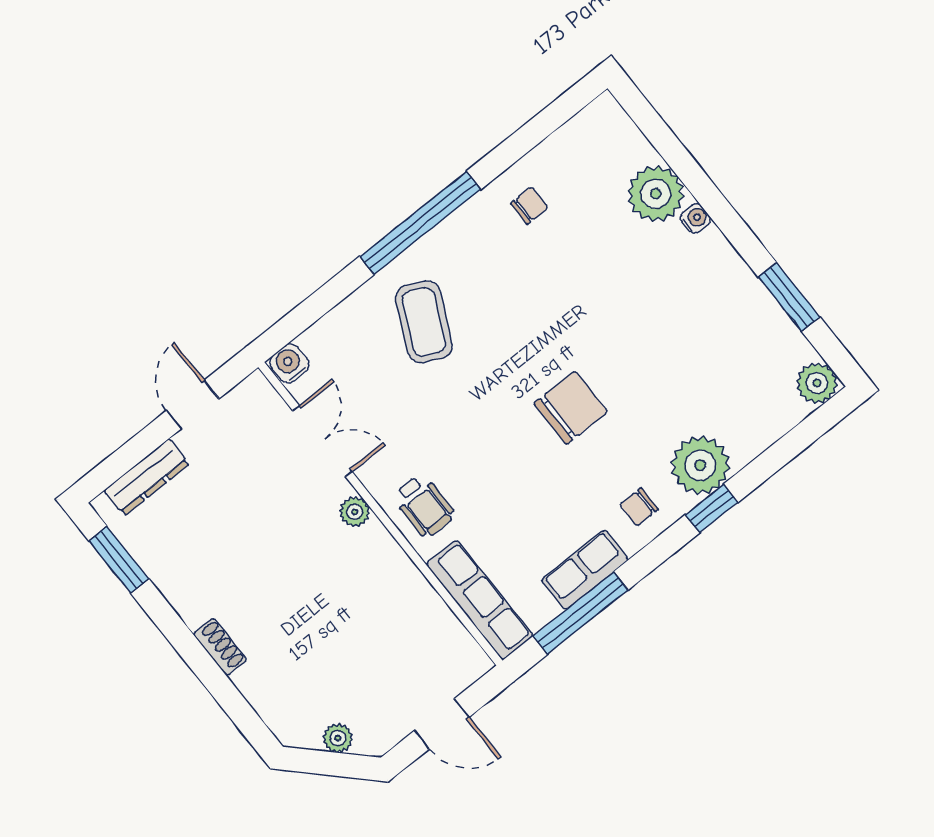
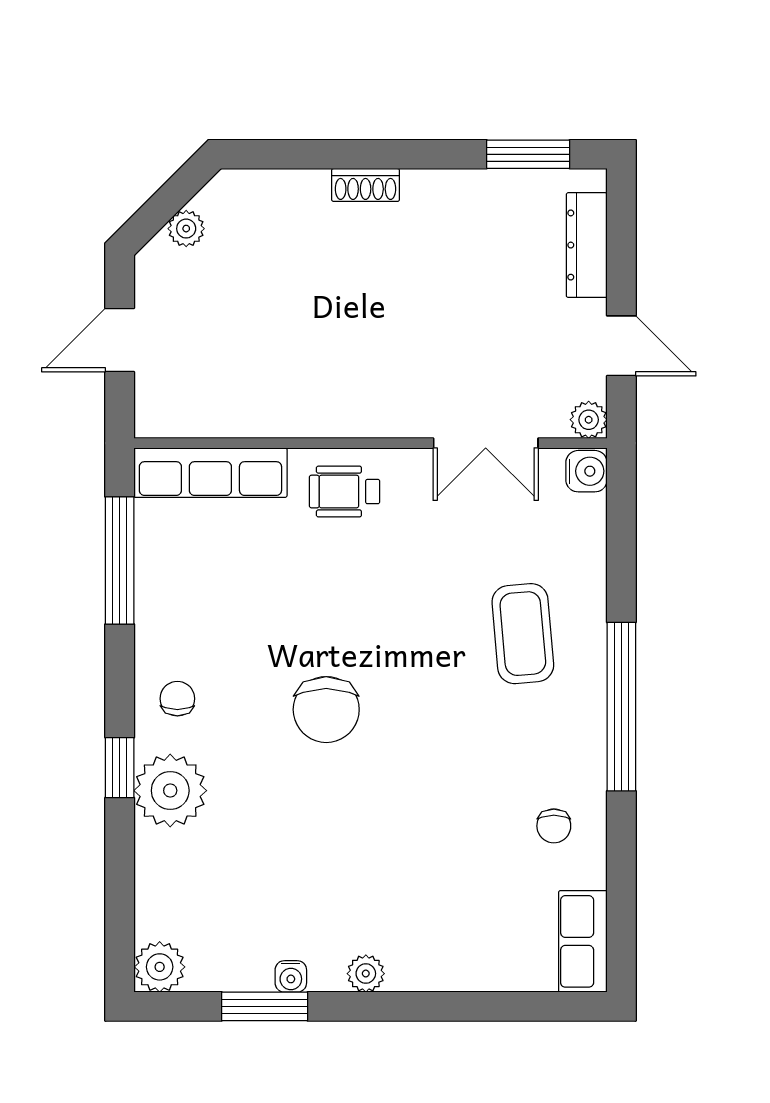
plant: (656, 194) -> (366, 974), moved, width x0.53, depth x0.53
water cooler: (695, 218) -> (291, 976), moved
coffee table: (424, 322) -> (523, 634), turned 59
plant: (355, 512) -> (589, 420), moved
row of seats: (585, 570) -> (583, 941), moved, turned 180

